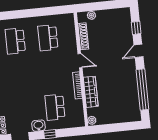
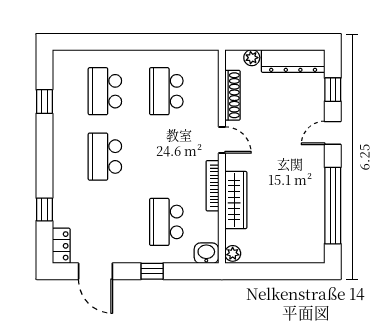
dresser: (114, 15) -> (293, 61), added
school desk: (19, 76) -> (105, 157), added
washbasin: (38, 126) -> (206, 253), moved

